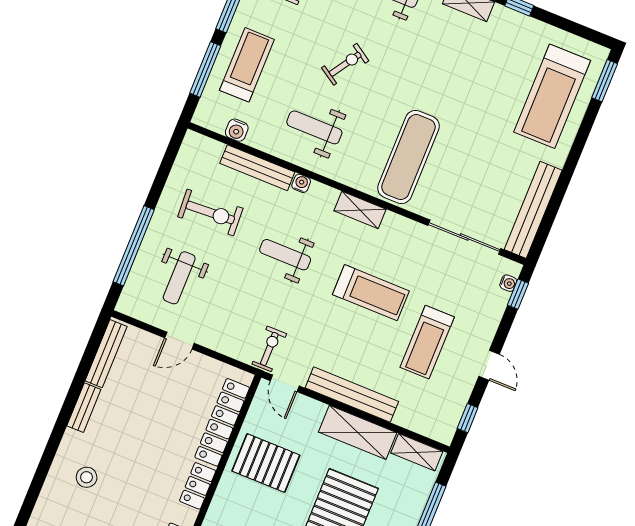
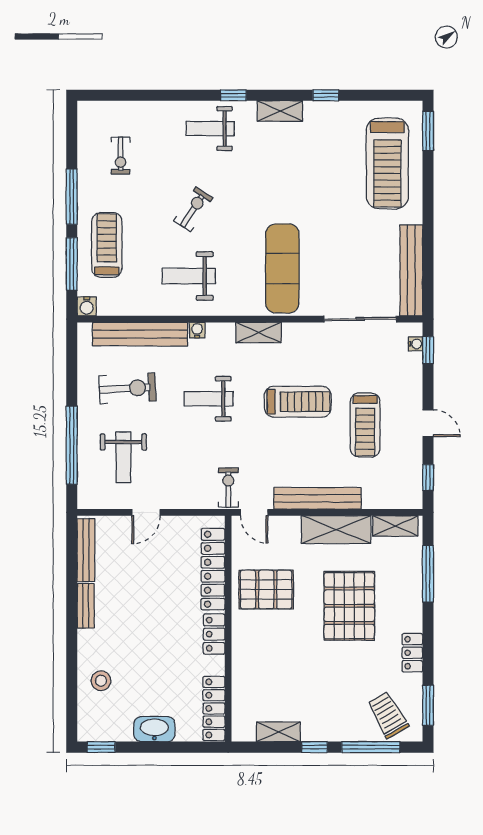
water cooler: (237, 130) -> (87, 306), moved
bench: (257, 168) -> (140, 334), width x1.37, depth x1.21
stool: (87, 477) -> (101, 681), moved

